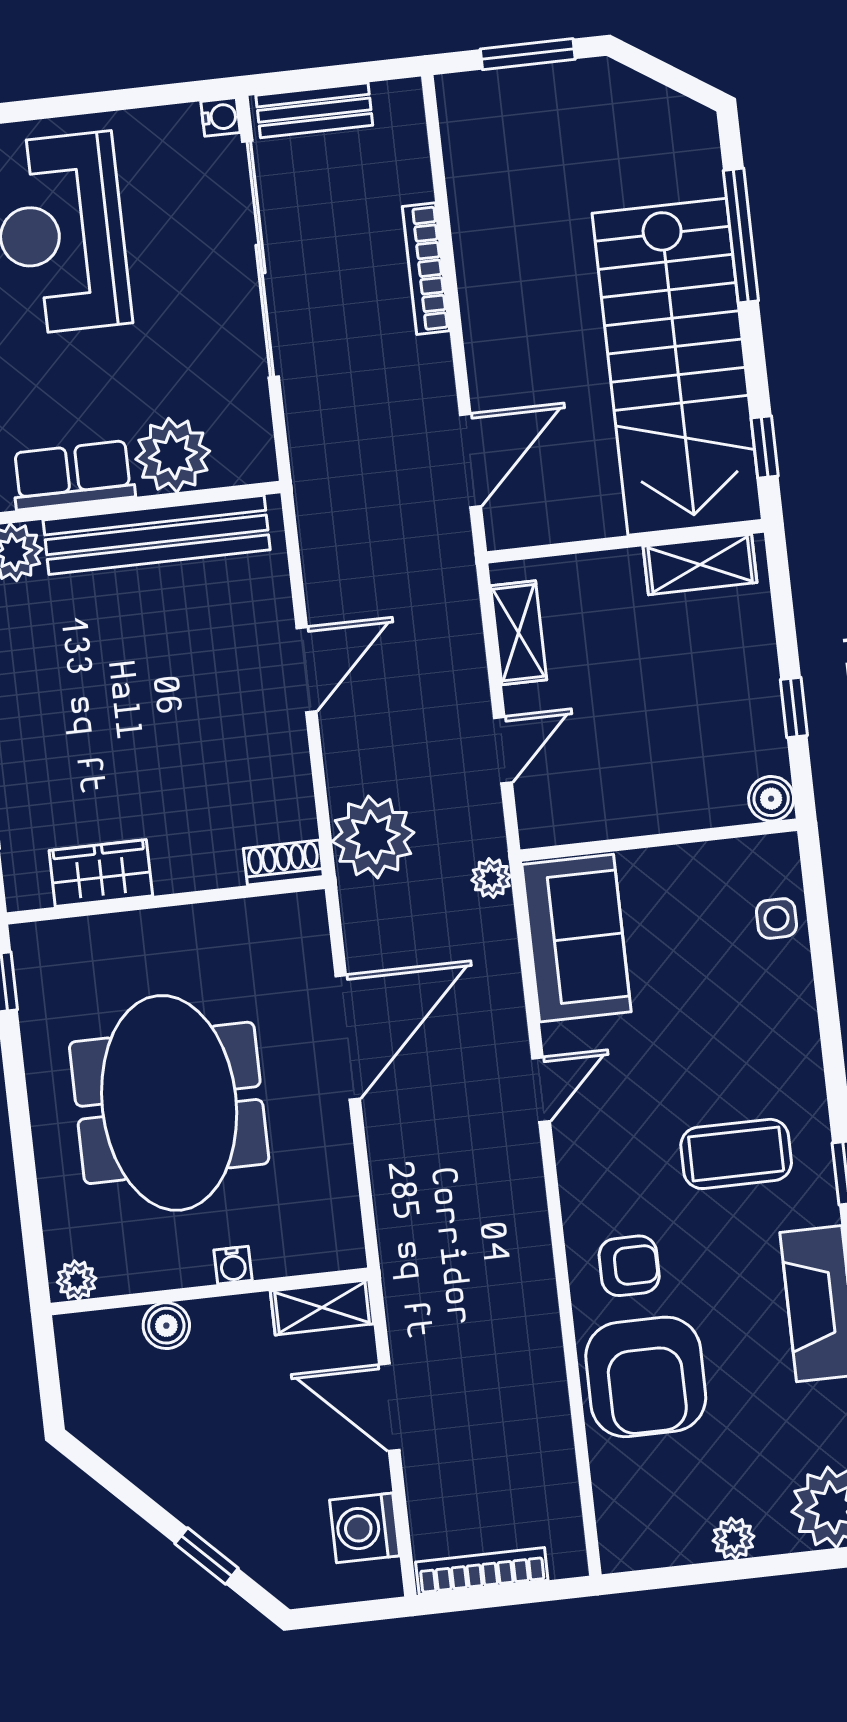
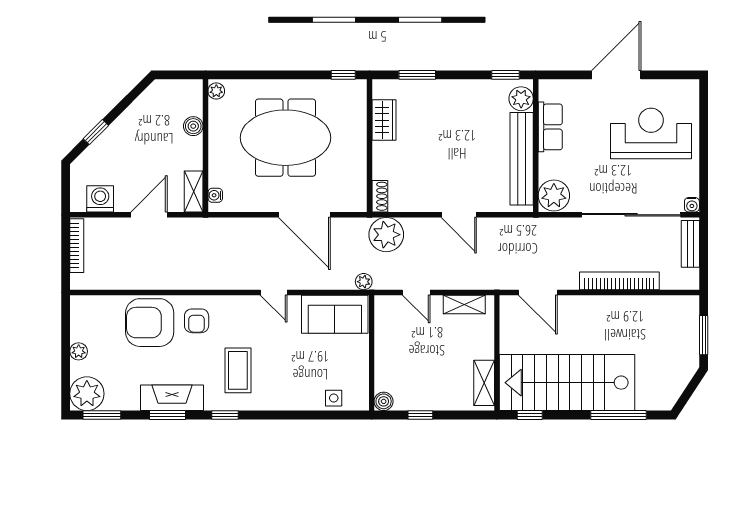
bookcase: (426, 269) -> (619, 281), width x1.48, depth x1.31
plant: (173, 455) -> (554, 196), moved
water cooler: (233, 1265) -> (215, 195), moved

